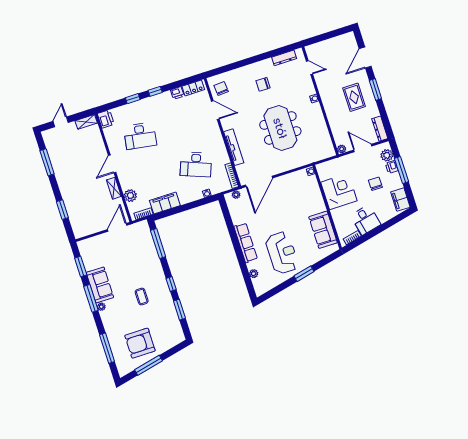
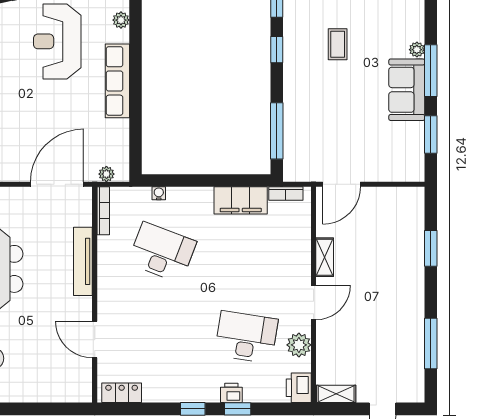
chair: (221, 88) -> (71, 375), removed
printer: (177, 93) -> (231, 393), moved
plant: (130, 196) -> (299, 345), moved

